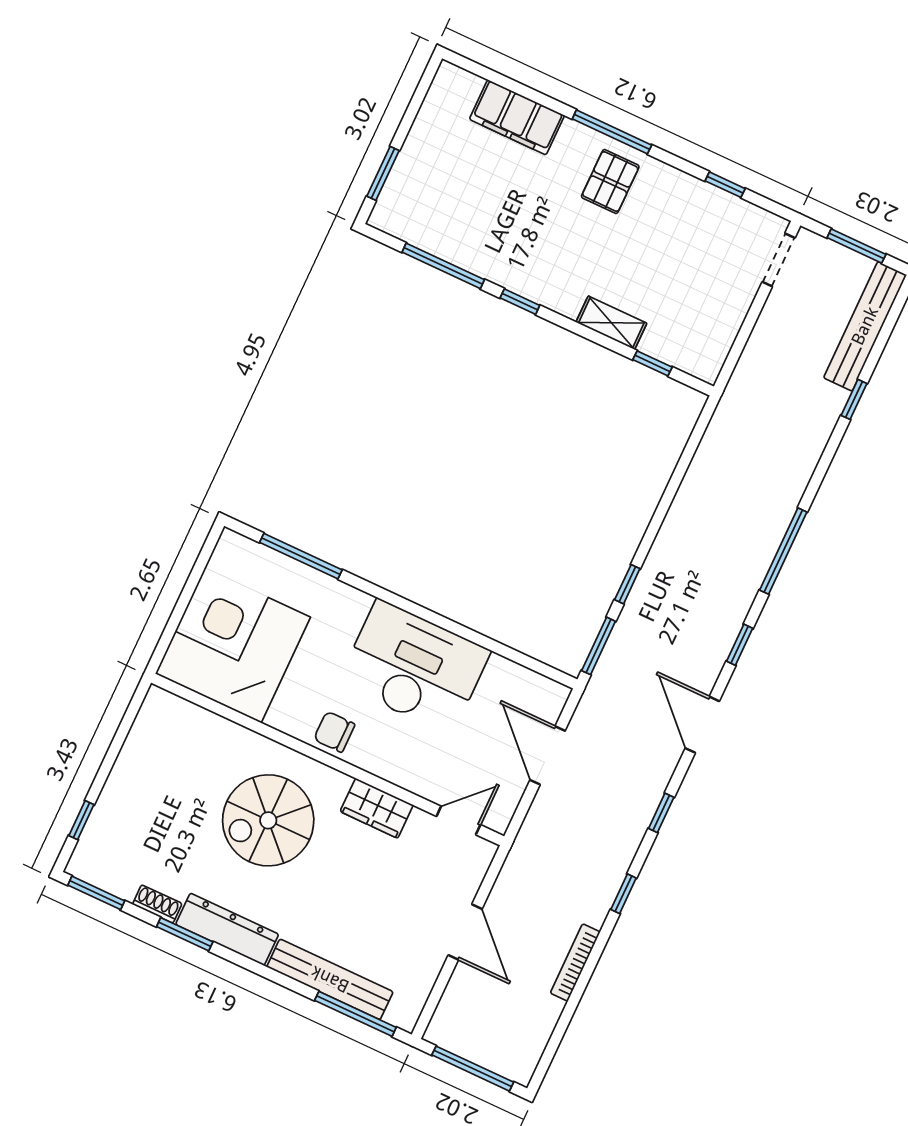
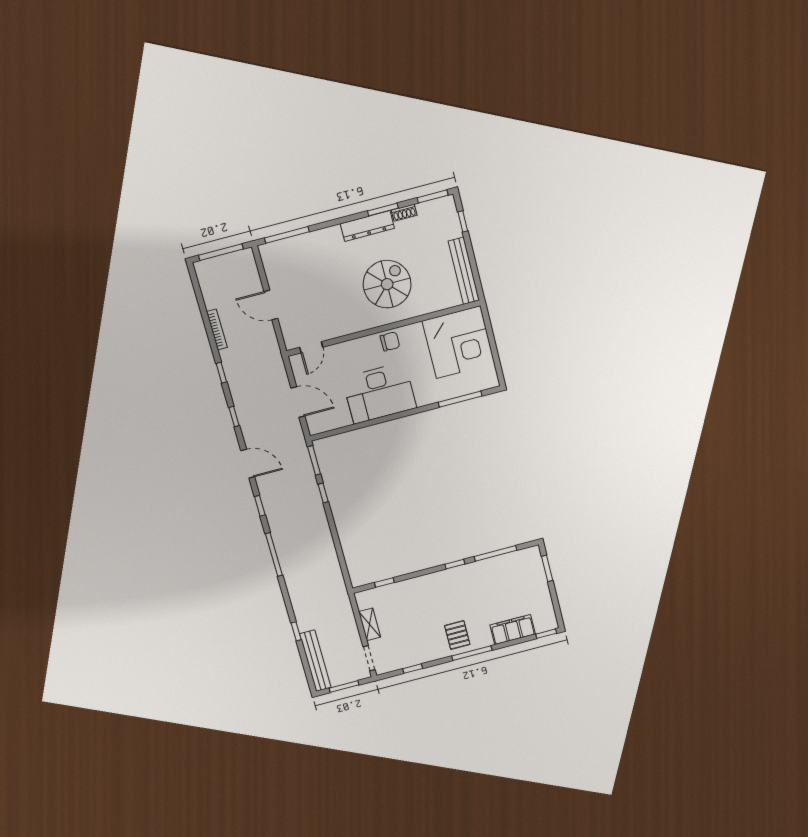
window: (470, 66) -> (546, 634), added
shelving: (611, 323) -> (370, 624), moved, turned 90
wardrobe: (377, 808) -> (348, 325), removed
bench: (330, 979) -> (464, 271), moved, turned 90

